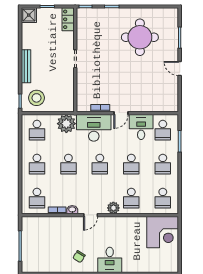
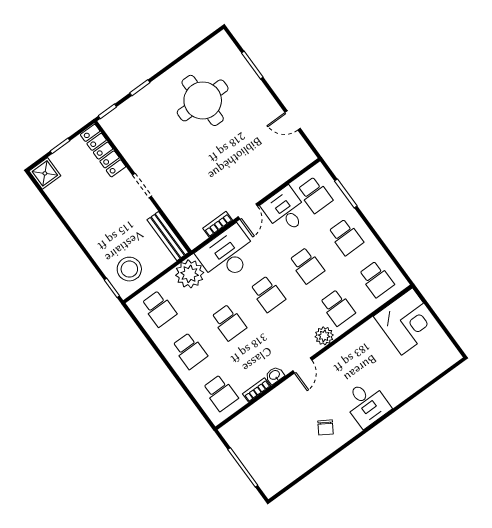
locker: (68, 19) -> (103, 151), width x1.53
bench: (26, 66) -> (168, 236), moved
door: (180, 68) -> (293, 120), moved

